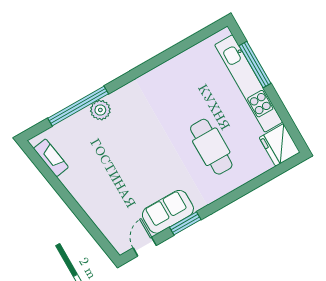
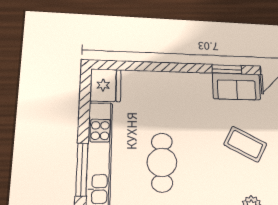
cafe table: (211, 147) -> (162, 162), moved
coffee table: (133, 162) -> (245, 144), added

